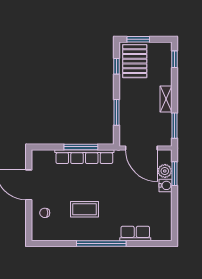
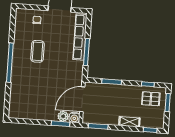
pallet: (135, 61) -> (151, 99), width x0.67, depth x0.71
shelving: (166, 99) -> (129, 122), moved
row of seats: (84, 157) -> (80, 37), moved
water cooler: (165, 185) -> (74, 118), moved
row of seats: (135, 233) -> (16, 90), removed

